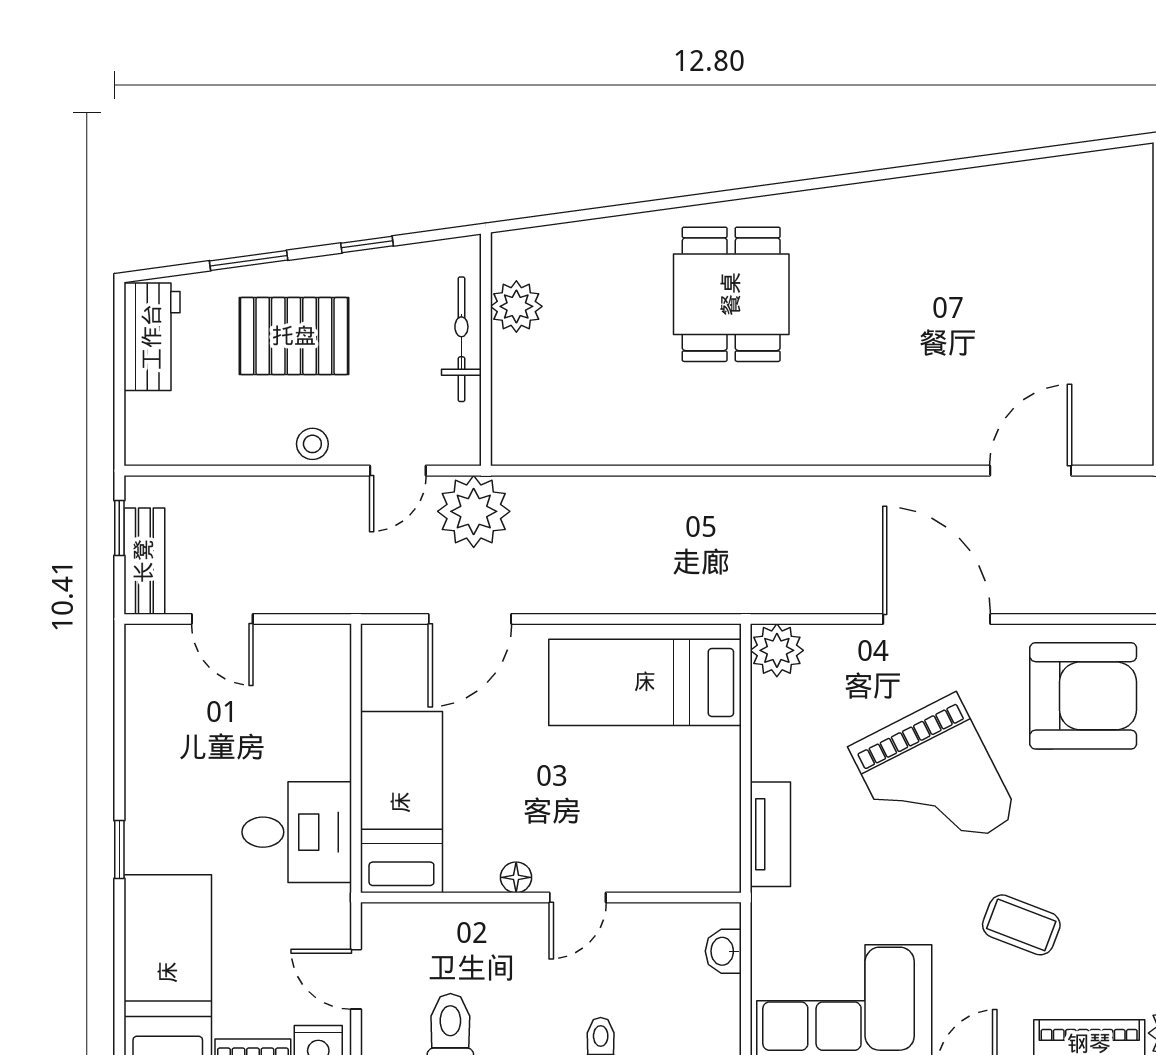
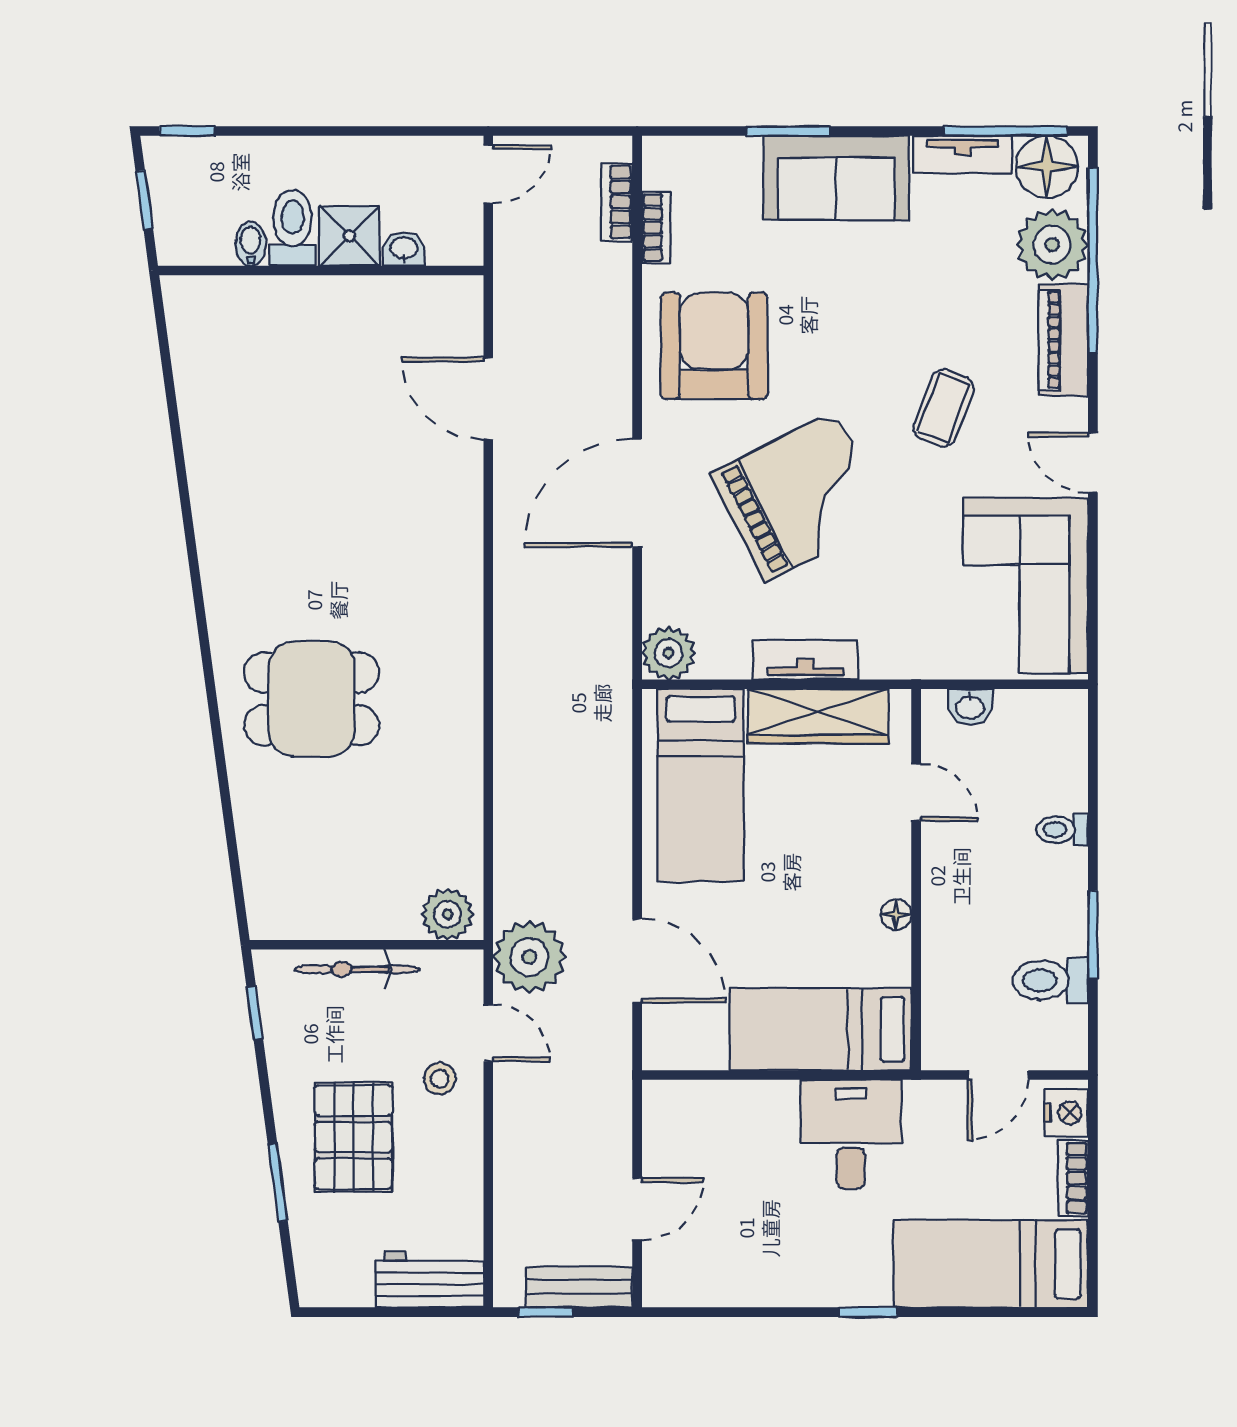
window: (367, 244) -> (255, 1013), moved
plant: (516, 306) -> (447, 914), moved
workbench: (152, 337) -> (430, 1280), moved
stool: (312, 444) -> (440, 1079), moved
wardrobe: (714, 800) -> (818, 716), added
tv unit: (770, 834) -> (805, 660), moved
door: (578, 897) -> (916, 793), moved

